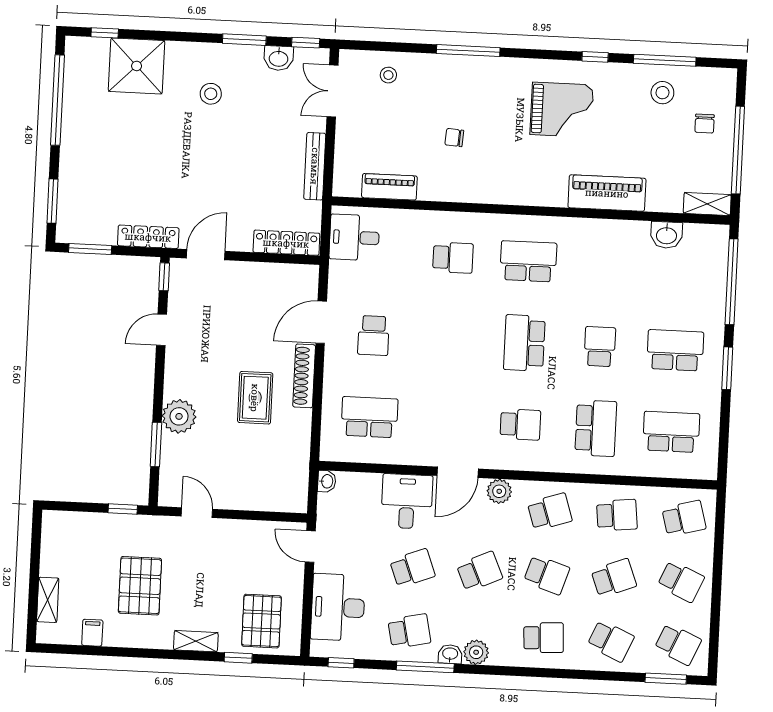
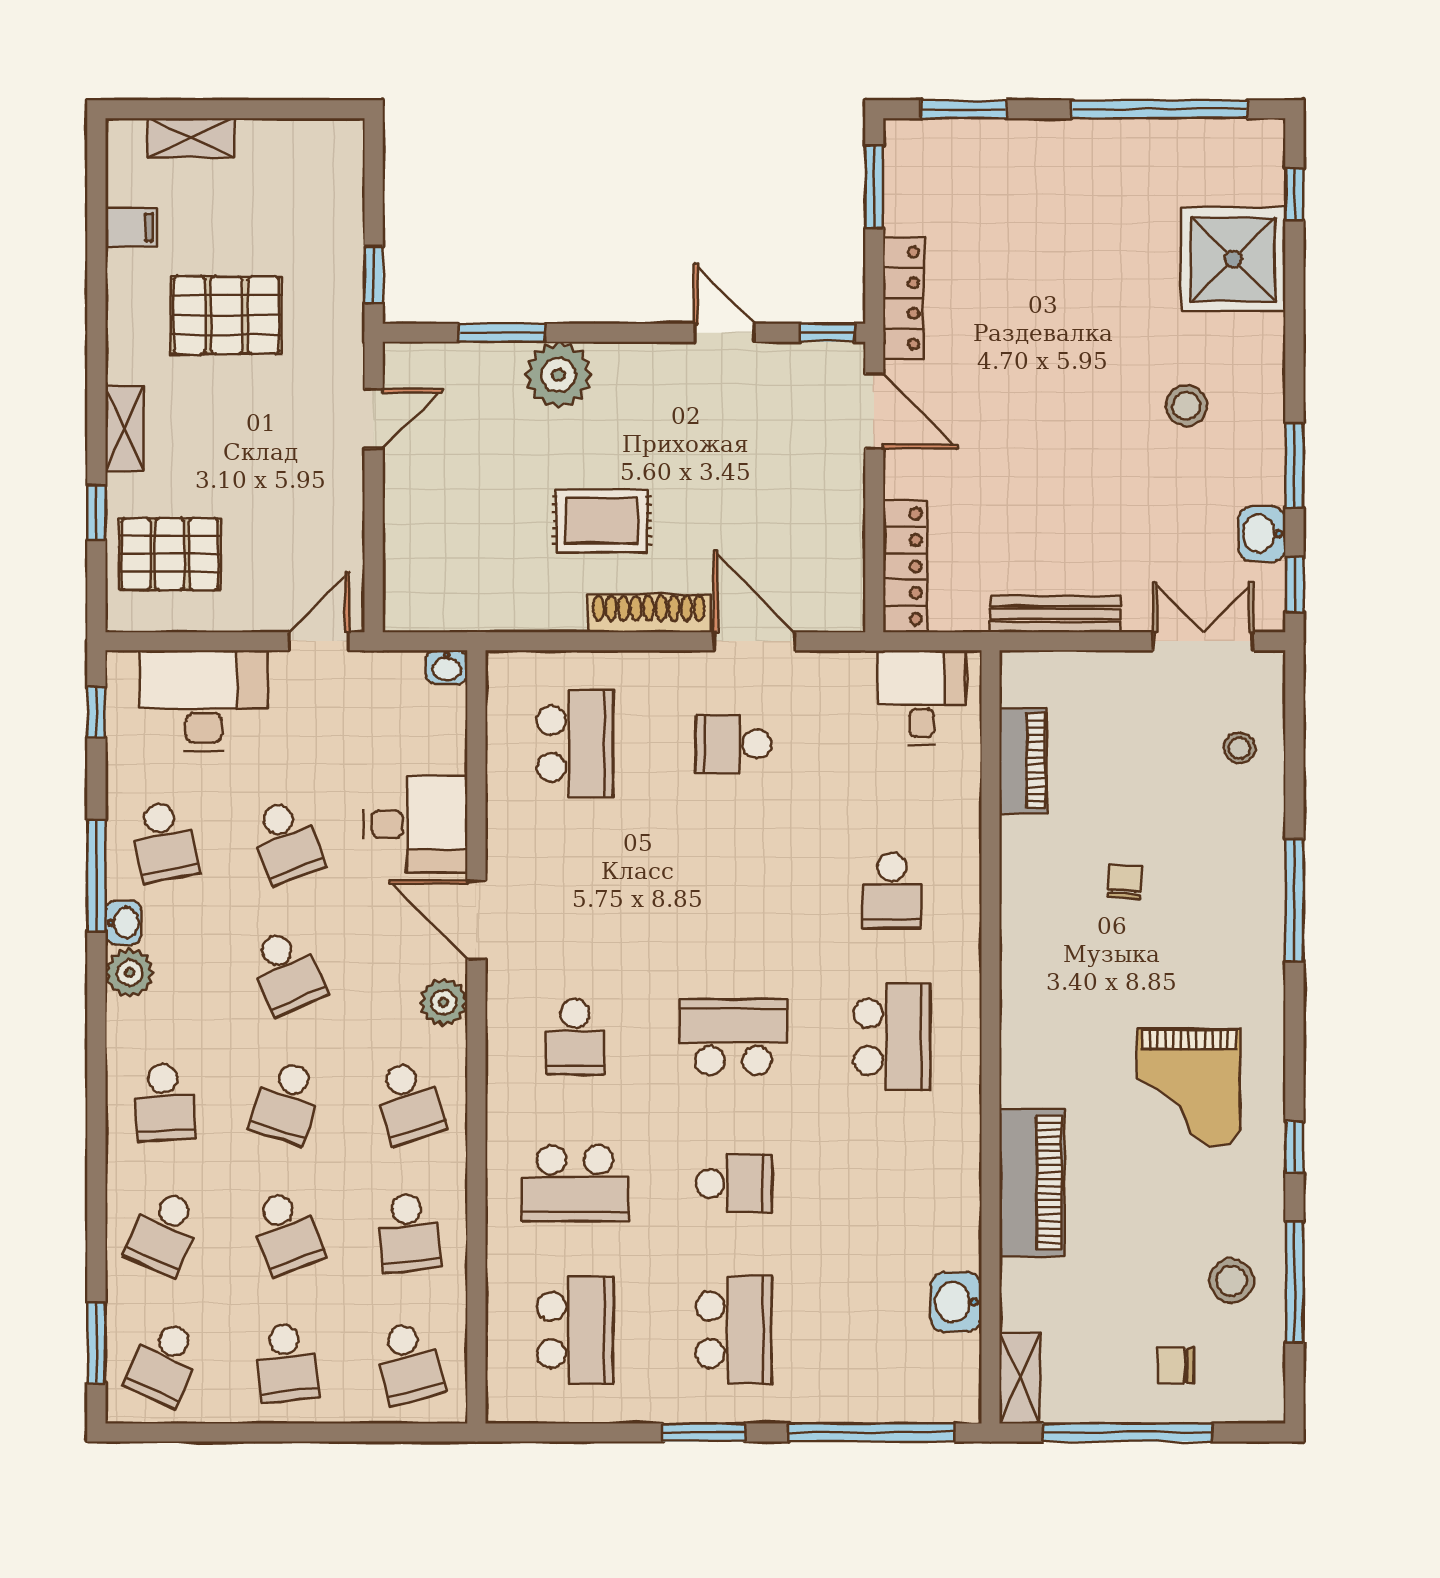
school desk: (681, 581) -> (286, 1363), turned -30

